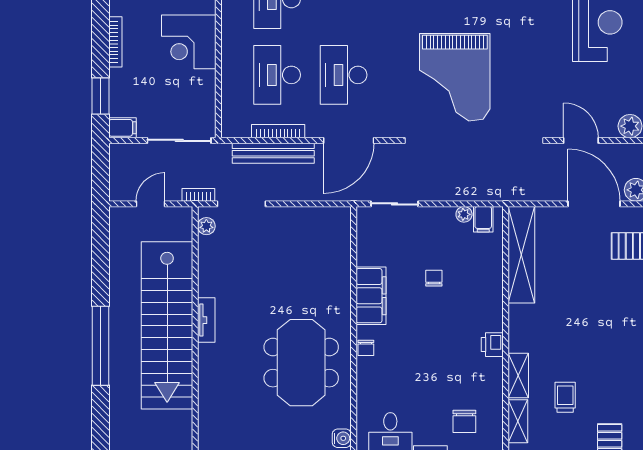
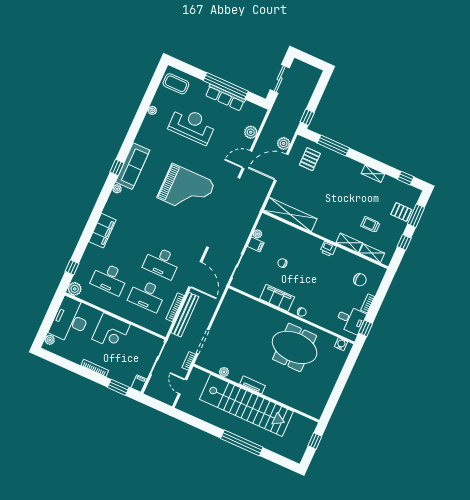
grand piano: (455, 77) -> (186, 190), moved
filing cabinet: (483, 219) -> (256, 245), moved
plant: (206, 226) -> (224, 372), moved

